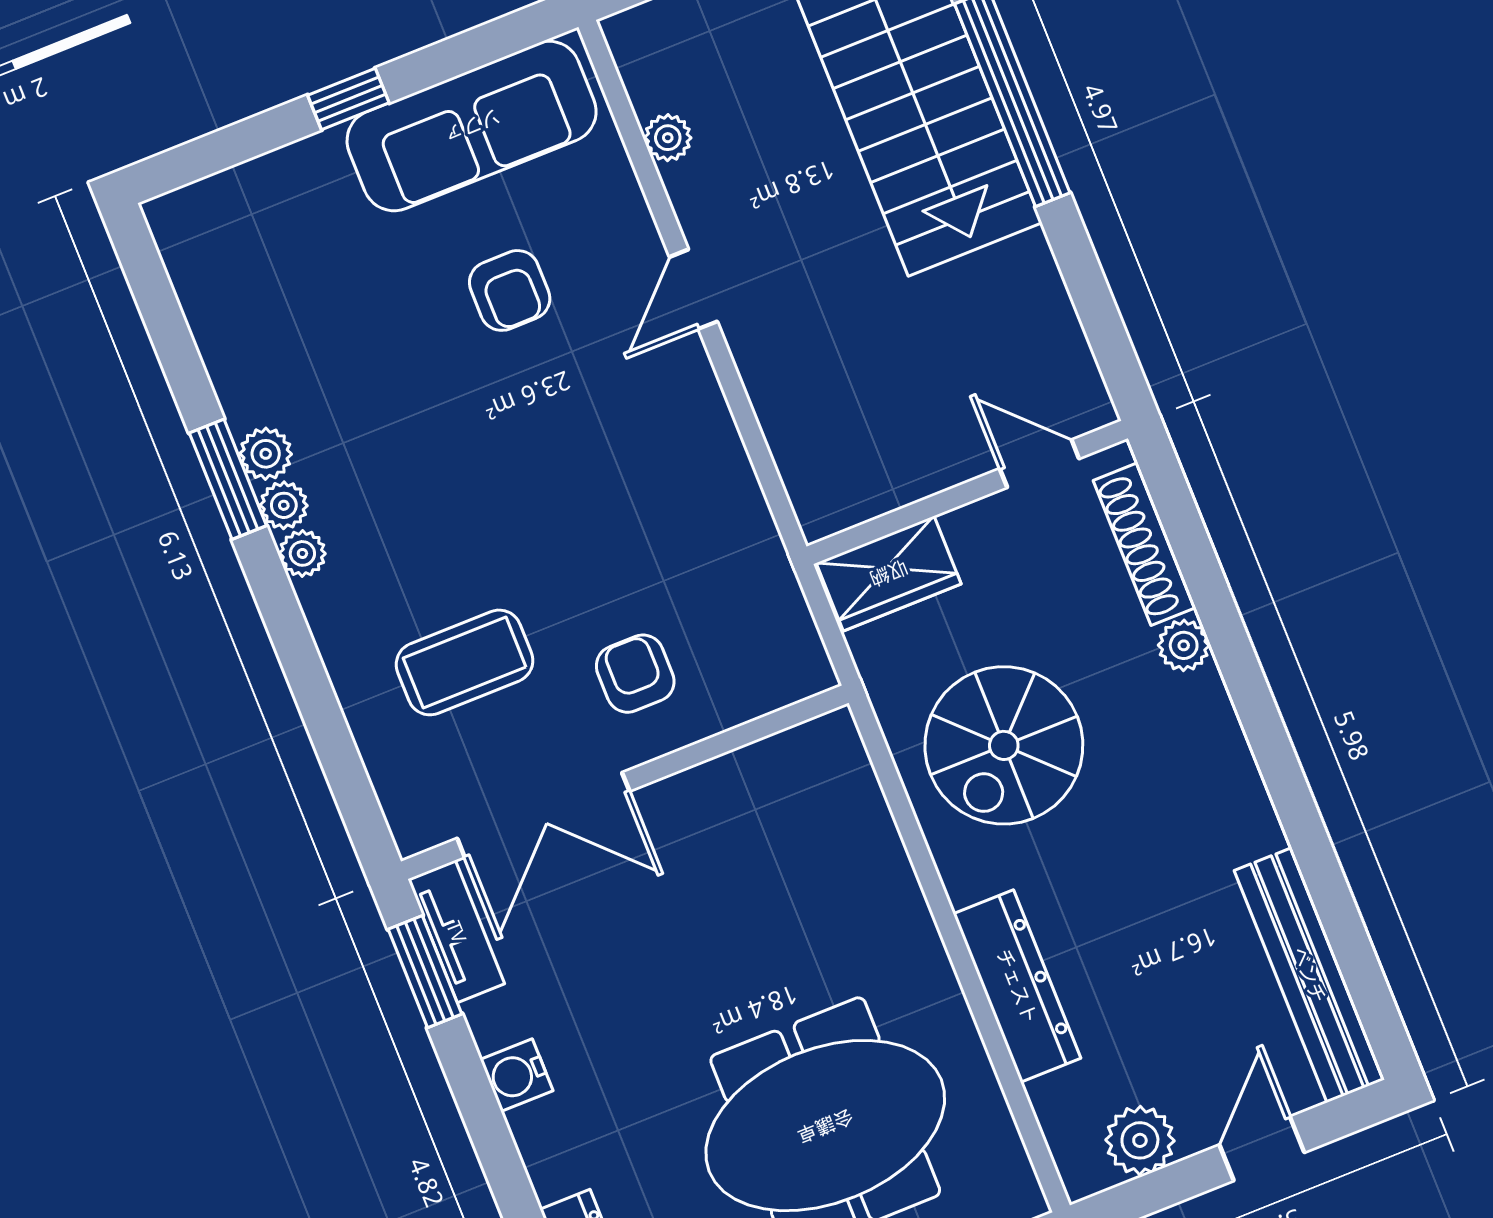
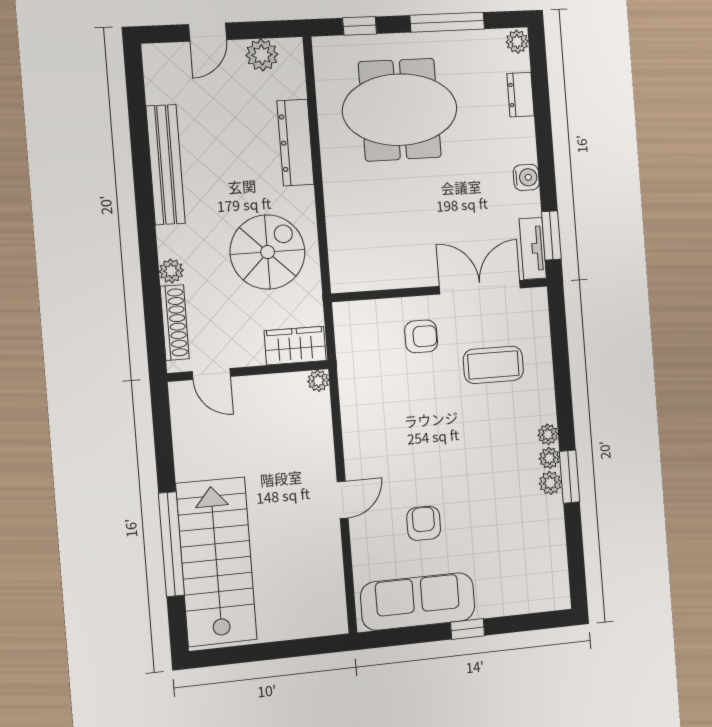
plant: (668, 138) -> (318, 381), moved
armchair: (635, 674) -> (421, 336), turned -90
bench: (1309, 975) -> (166, 165), moved

